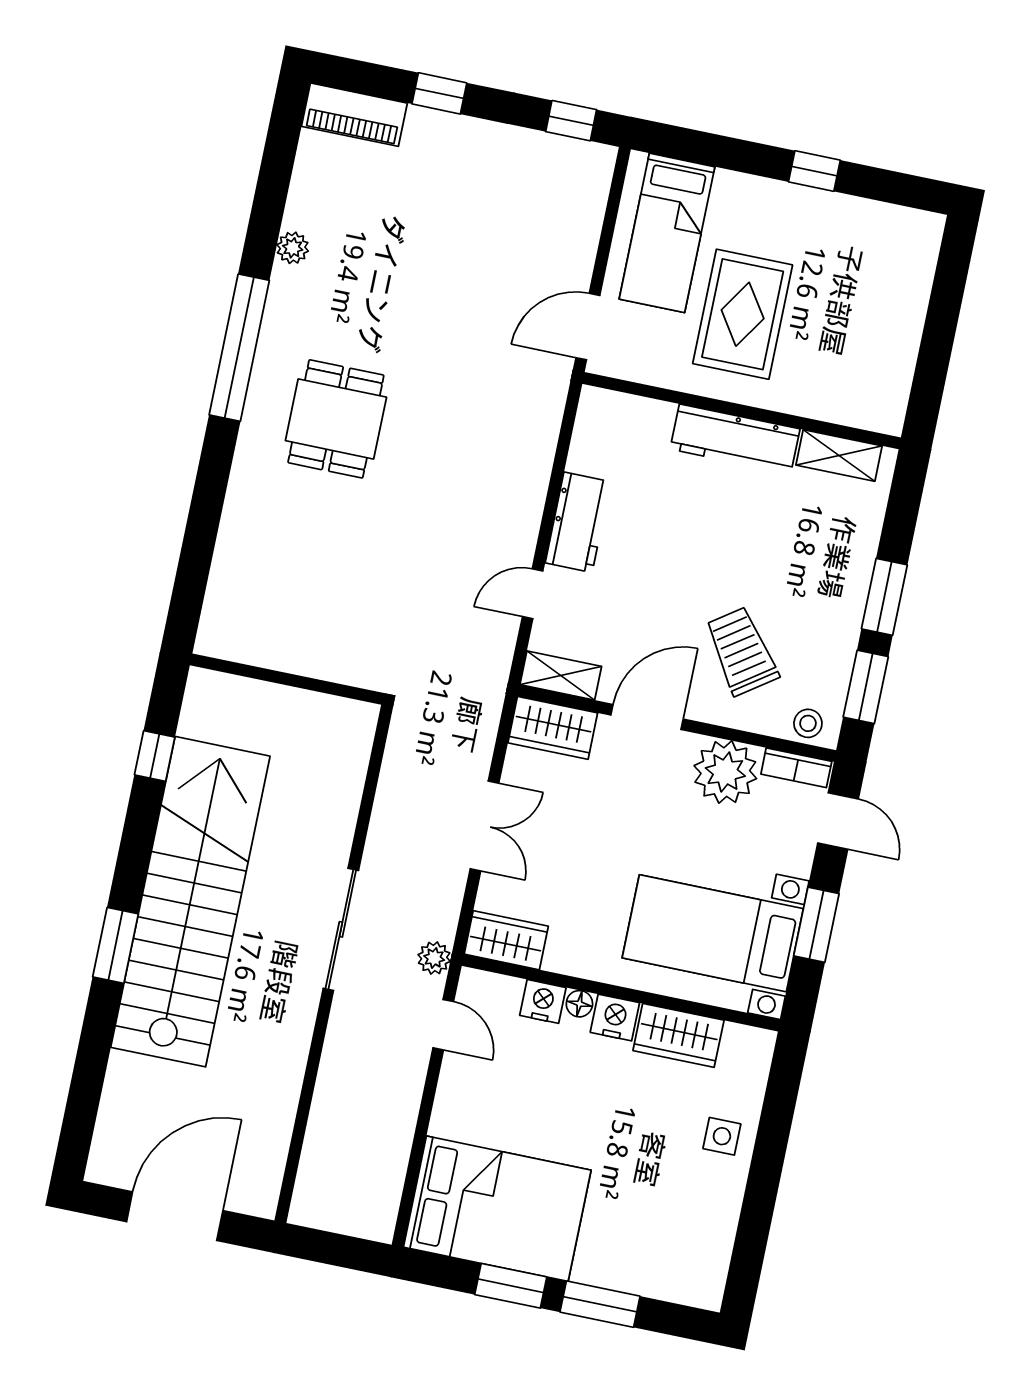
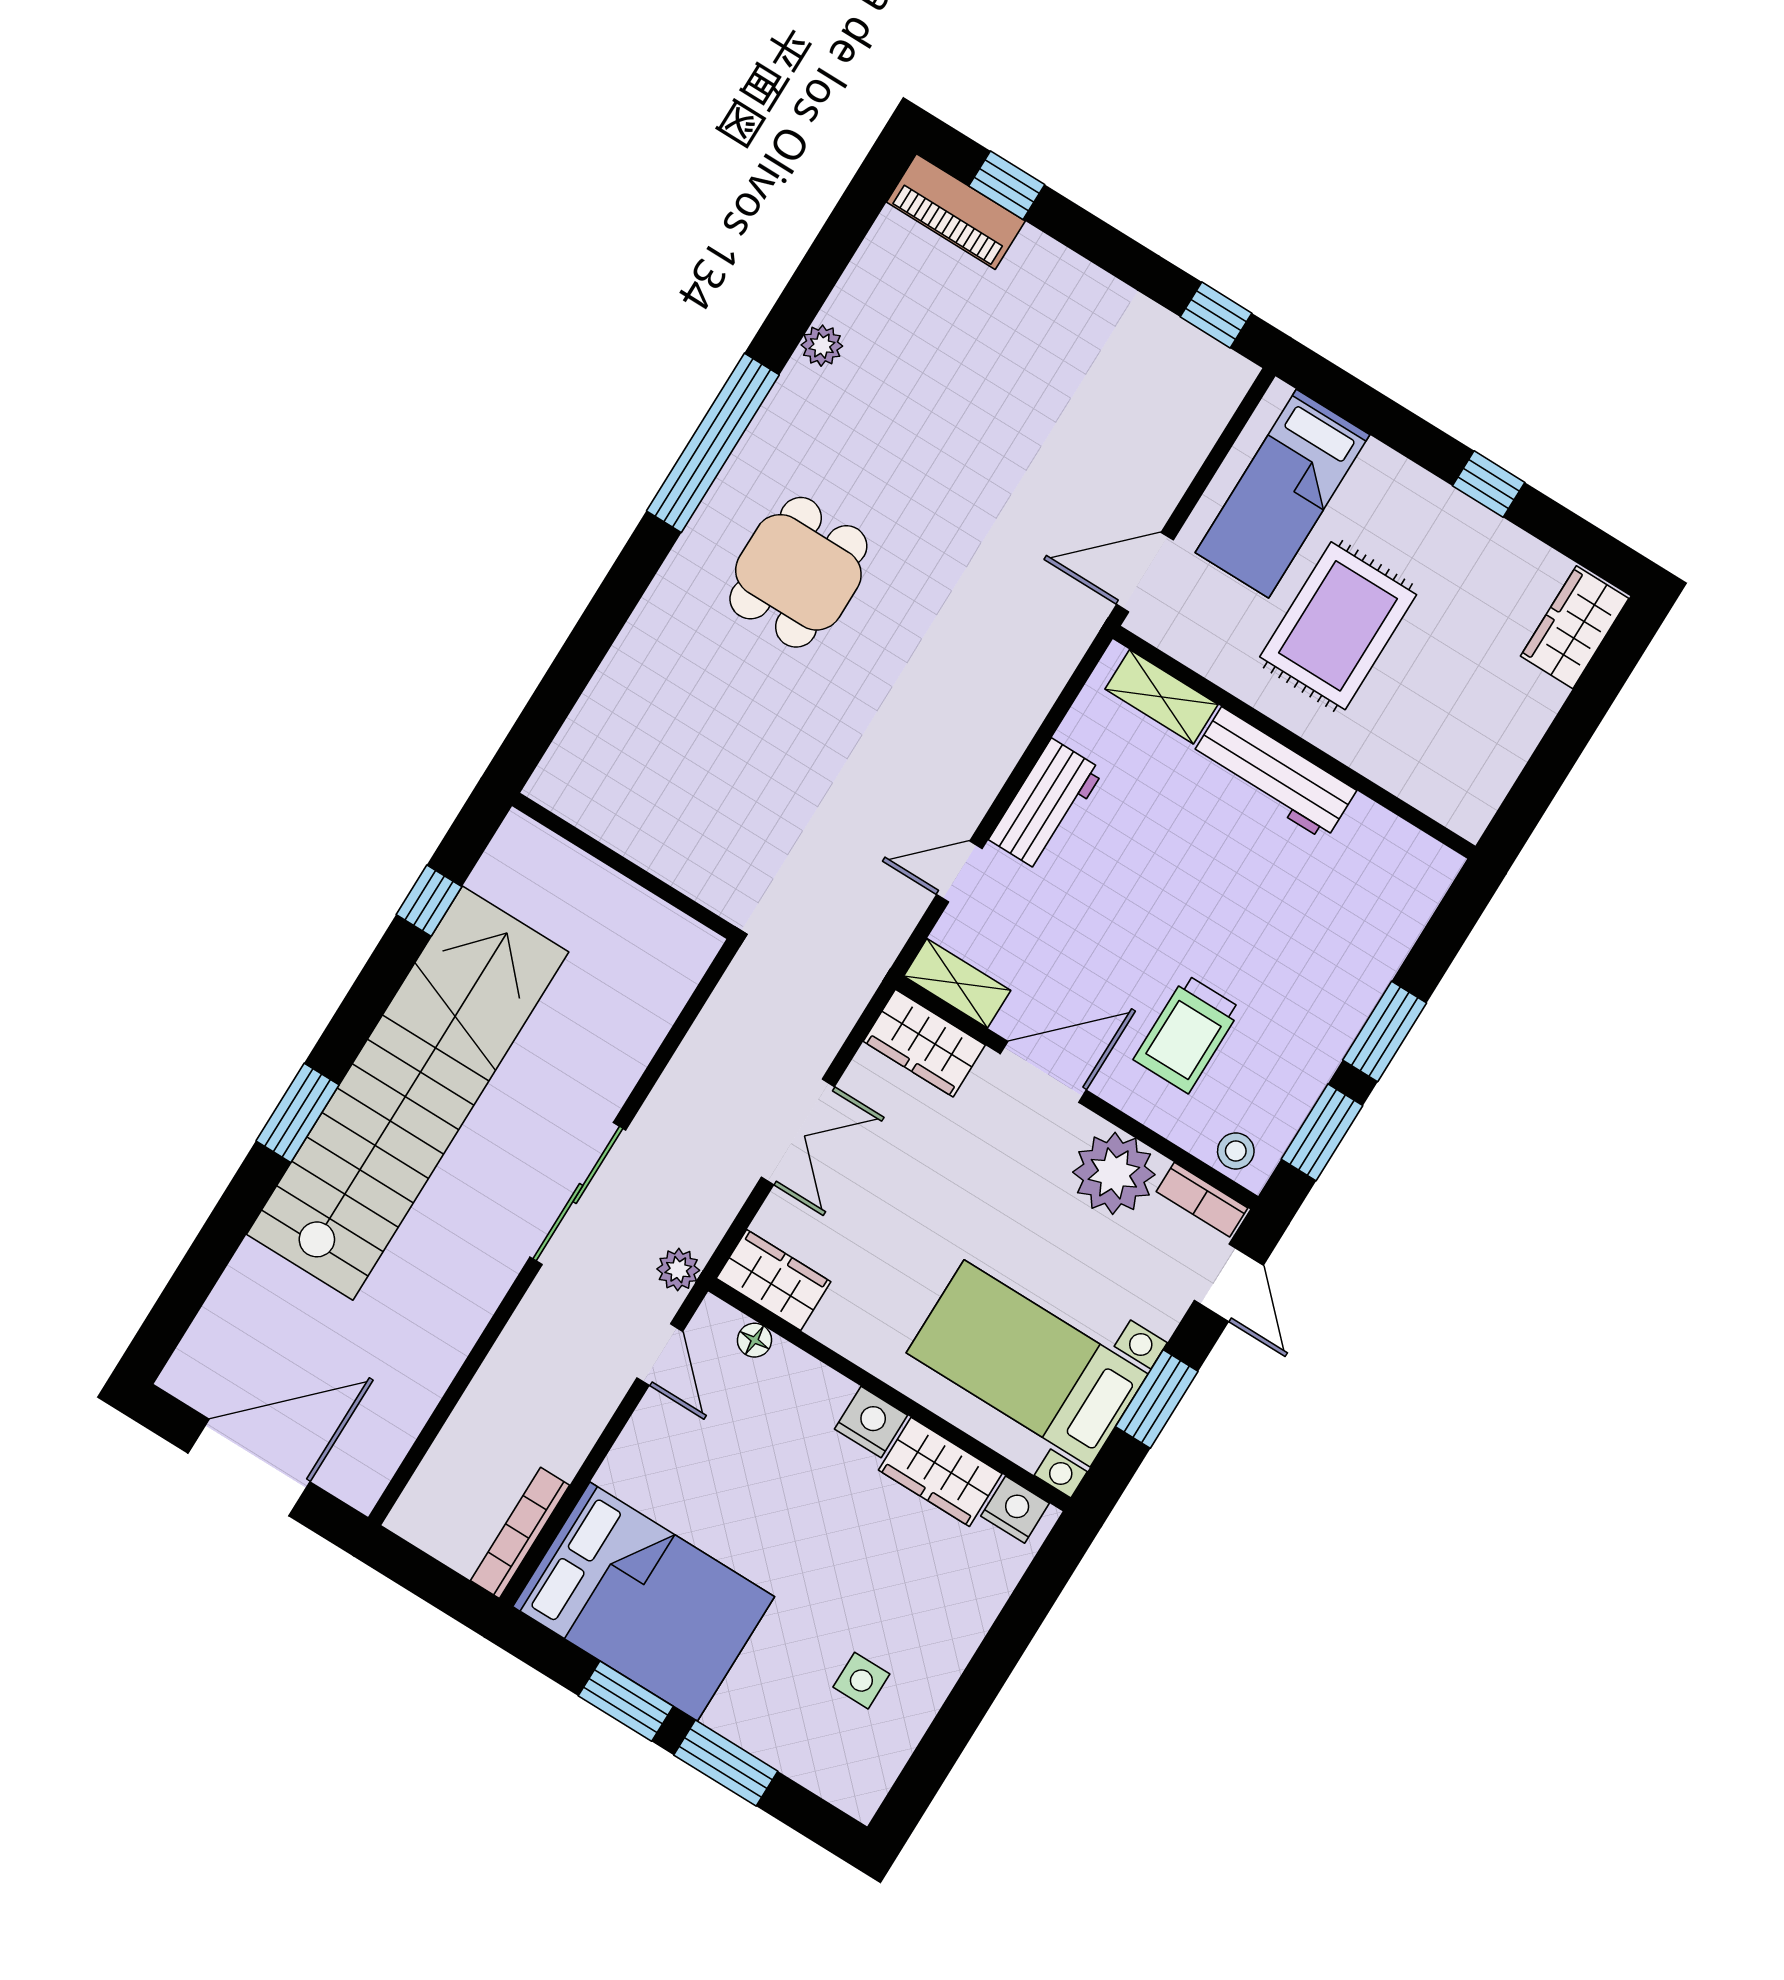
window: (439, 93) -> (1007, 185), moved
wardrobe: (915, 252) -> (1575, 627), added
shelving: (839, 455) -> (1161, 697), moved
trolley: (742, 651) -> (1187, 1034), turned -145
nightstand: (543, 1001) -> (1015, 1510), moved
floor lamp: (579, 1004) -> (755, 1340), moved
side table: (722, 1136) -> (861, 1681), moved
bookcase: (389, 1192) -> (520, 1533), added

